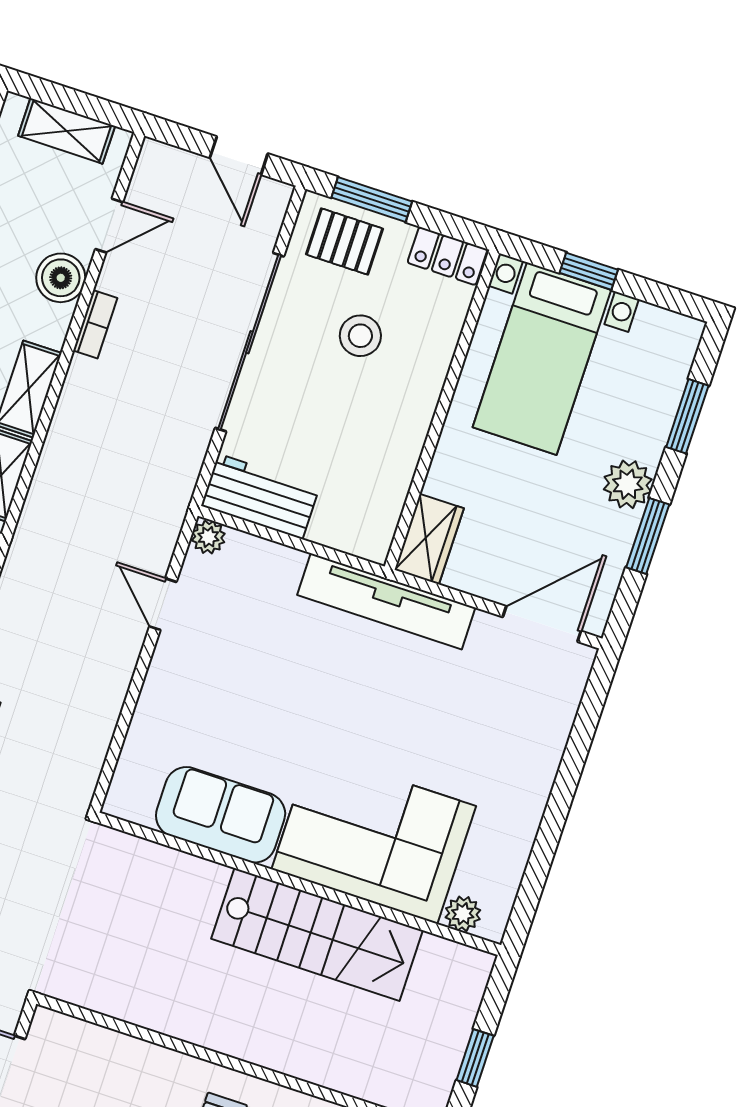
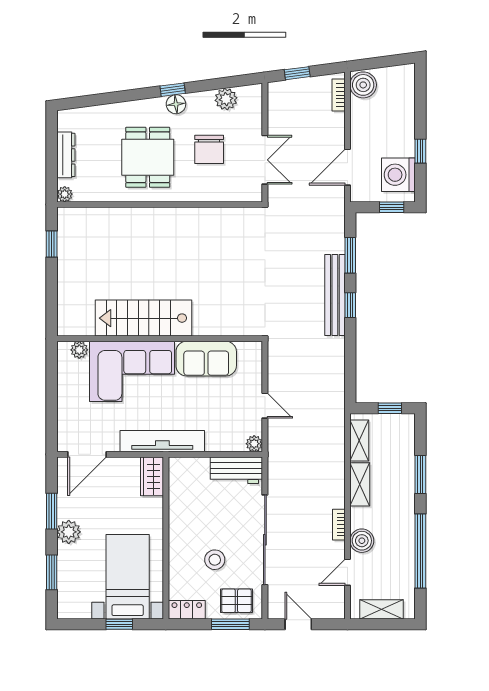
sofa: (221, 815) -> (206, 359), moved
corner sofa: (374, 838) -> (132, 371), moved
wall: (299, 884) -> (160, 339), moved
plant: (463, 914) -> (79, 350), moved
stairs: (317, 935) -> (143, 318), moved

